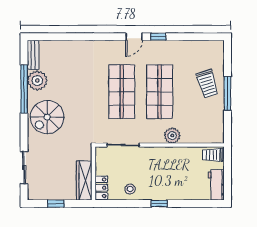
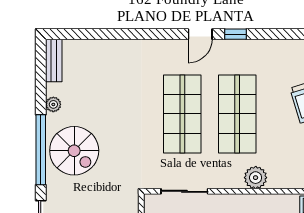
plant: (37, 81) -> (53, 104), width x0.53, depth x0.53
window: (24, 89) -> (41, 150), moved
spiral stairs: (47, 117) -> (74, 151), turned -90

